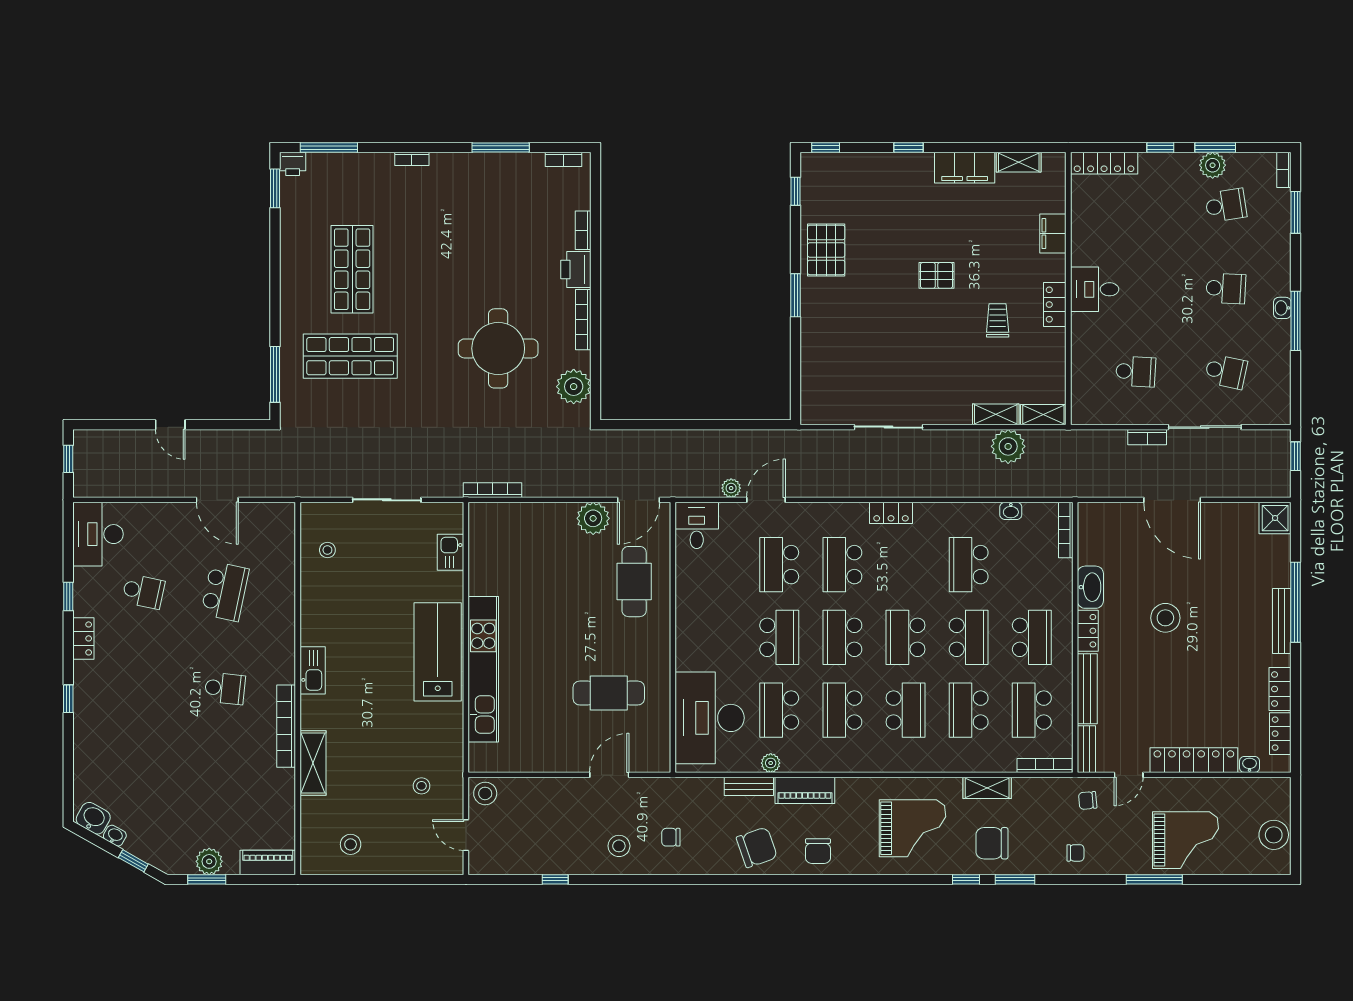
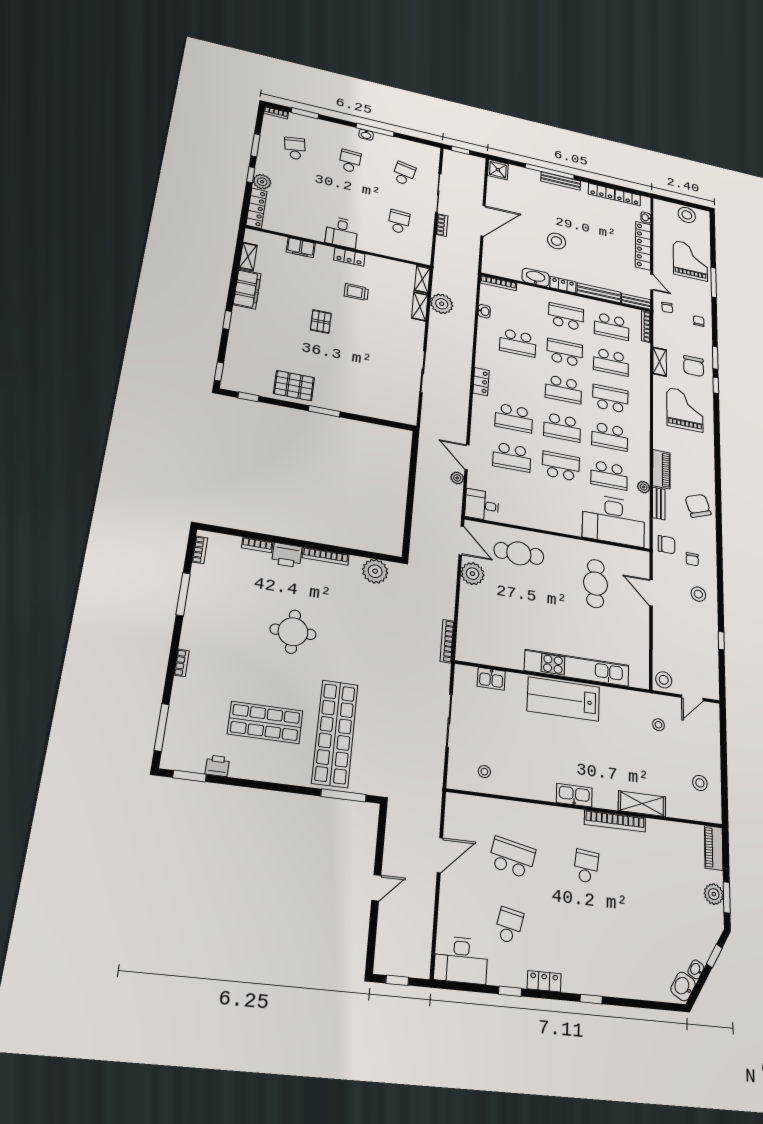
printer: (293, 164) -> (217, 766), moved, turned -90
plant: (1213, 165) -> (262, 182), moved
round table: (498, 348) -> (293, 632), moved, width x0.73, depth x0.73
shop shelf: (350, 356) -> (335, 733), width x1.40
chair: (818, 851) -> (666, 545), moved

